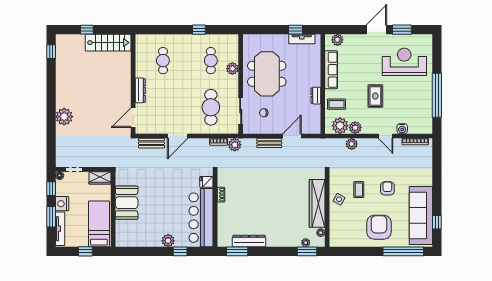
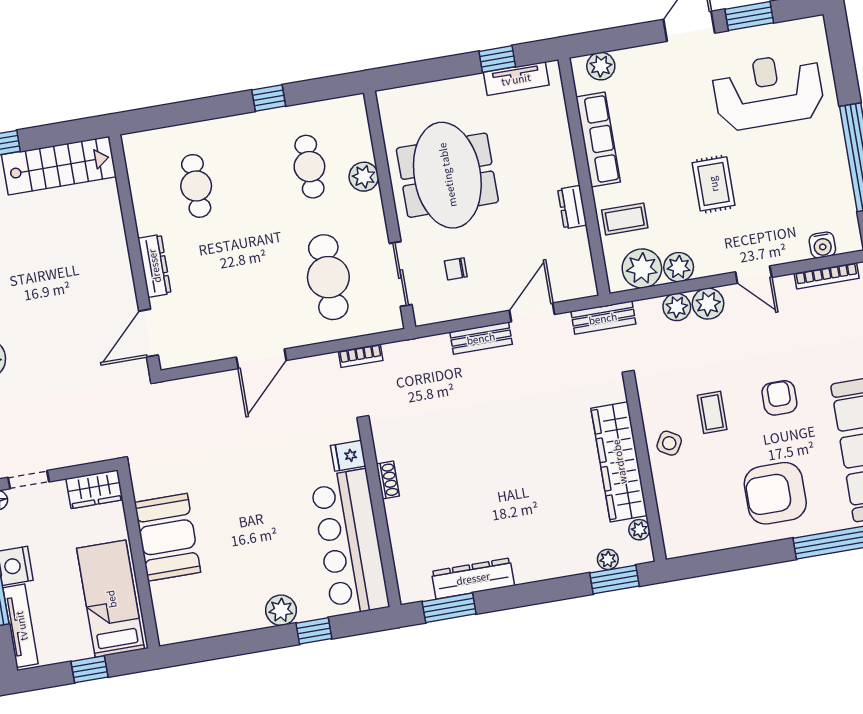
water cooler: (402, 129) -> (822, 245), moved
bench: (151, 143) -> (603, 318), moved
plant: (235, 145) -> (708, 304), moved
armchair: (379, 227) -> (775, 493), turned -90

